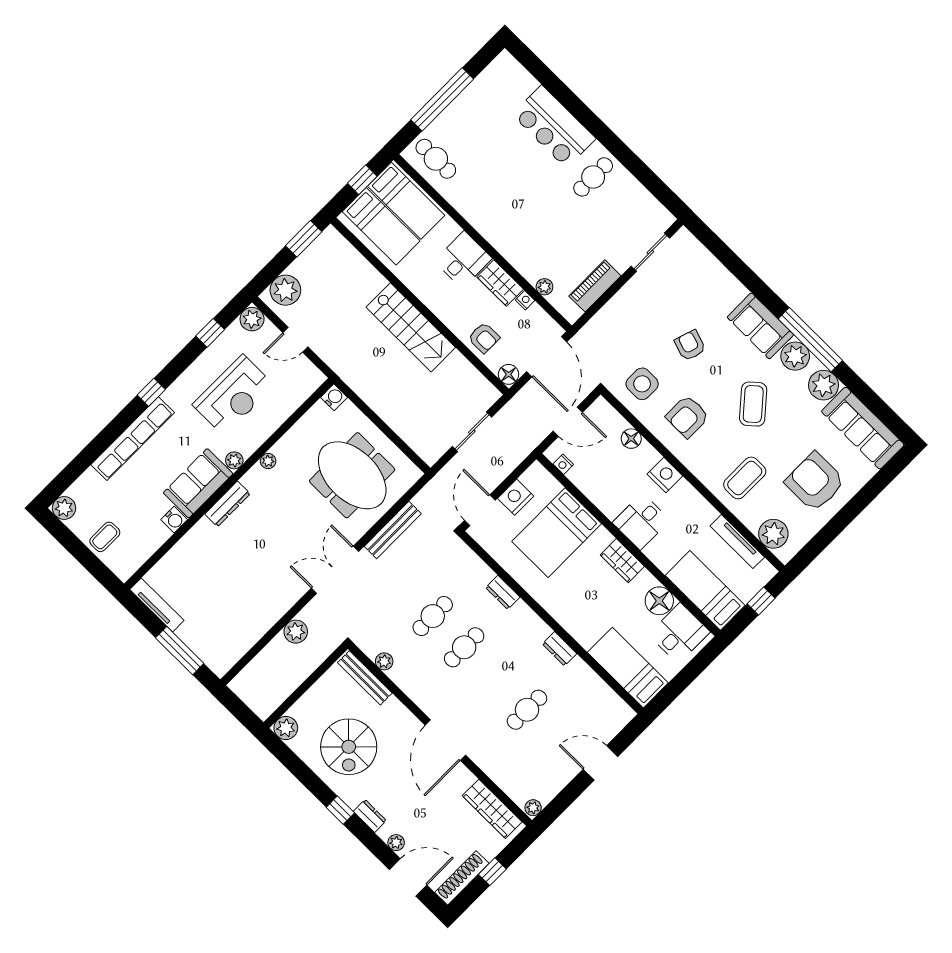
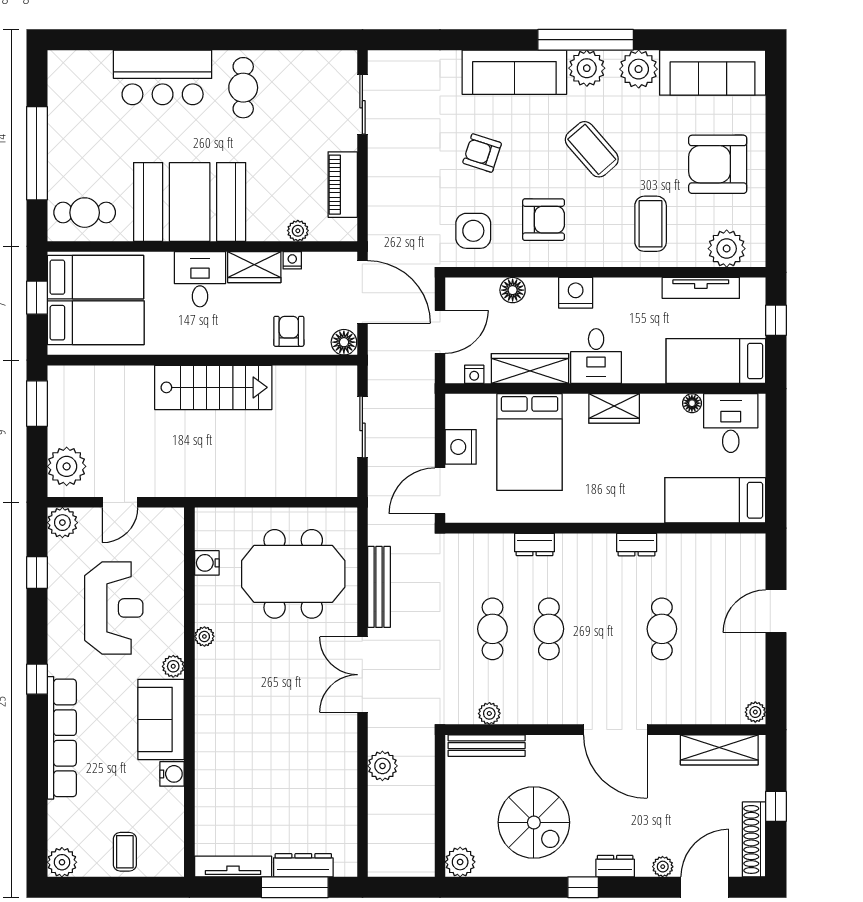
booth: (500, 211) -> (190, 202), added
sofa: (760, 326) -> (514, 72), width x1.36
armchair: (484, 338) -> (289, 331), turned -90
water cooler: (334, 397) -> (207, 563), moved, turned -90
armchair: (687, 416) -> (544, 220), turned -90
wardrobe: (598, 492) -> (530, 368), added
dresser: (228, 504) -> (303, 865), moved, turned -90
door: (480, 510) -> (440, 491), hinge flipped
floor lamp: (659, 601) -> (692, 403), width x0.53, depth x0.53

